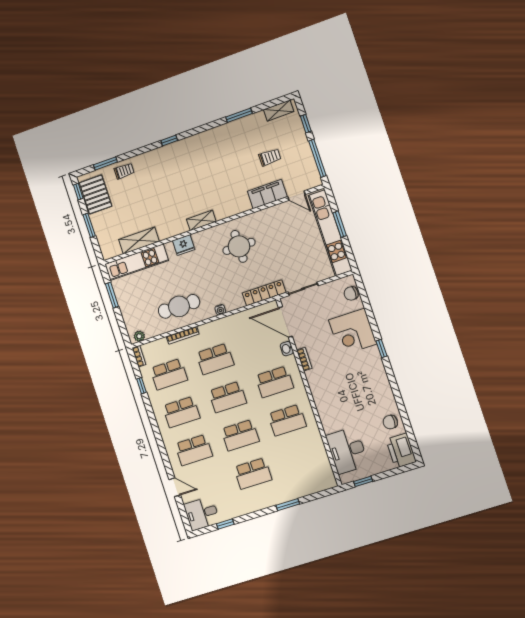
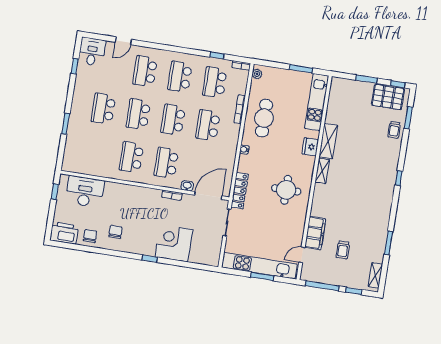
shelving: (139, 240) -> (328, 141), moved
chair: (351, 293) -> (115, 232), moved

